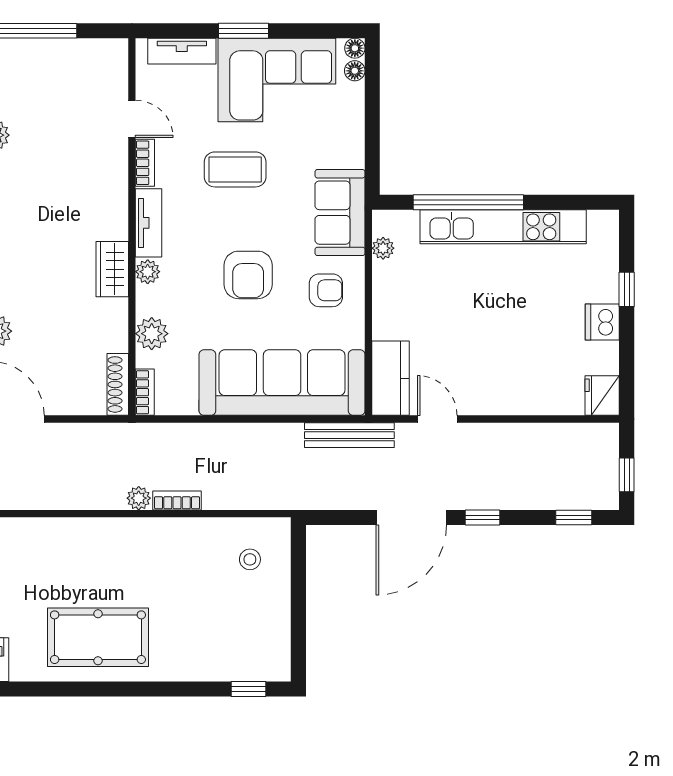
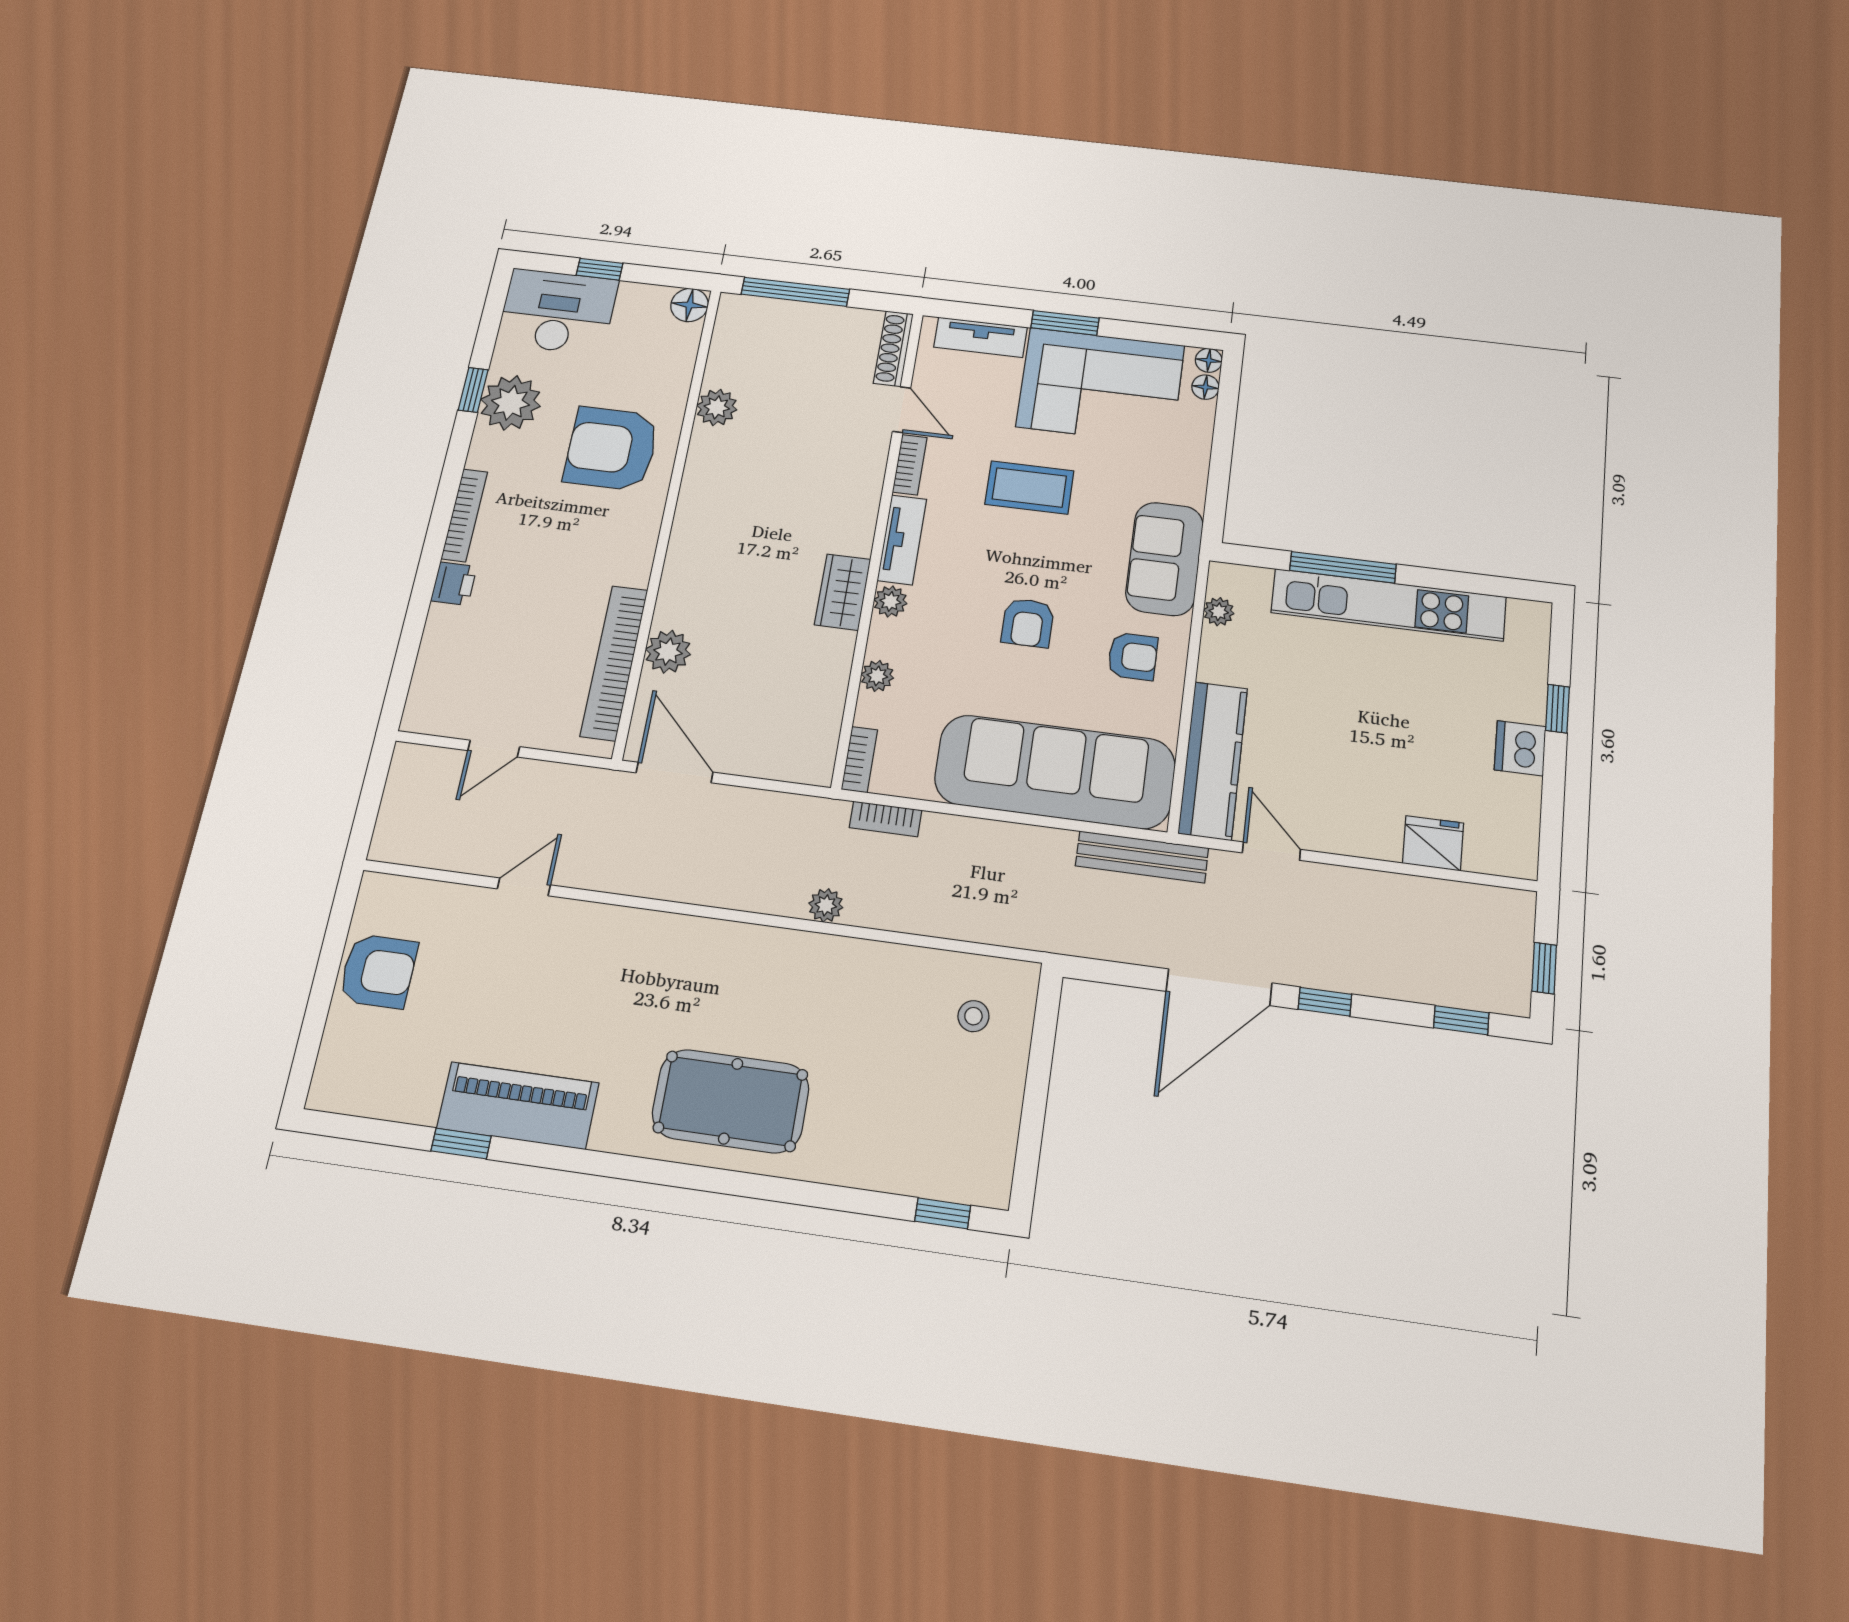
window: (468, 202) -> (1343, 567), width x0.68
armchair: (248, 275) -> (1028, 623), width x0.72, depth x0.72
plant: (152, 334) -> (877, 676), width x0.73, depth x0.73
kitchen counter: (391, 378) -> (1213, 760), width x1.50
shoe rack: (118, 384) -> (893, 349), moved
fridge: (602, 396) -> (1433, 843), moved, turned 90
bookcase: (177, 500) -> (886, 819), moved, turned 180

